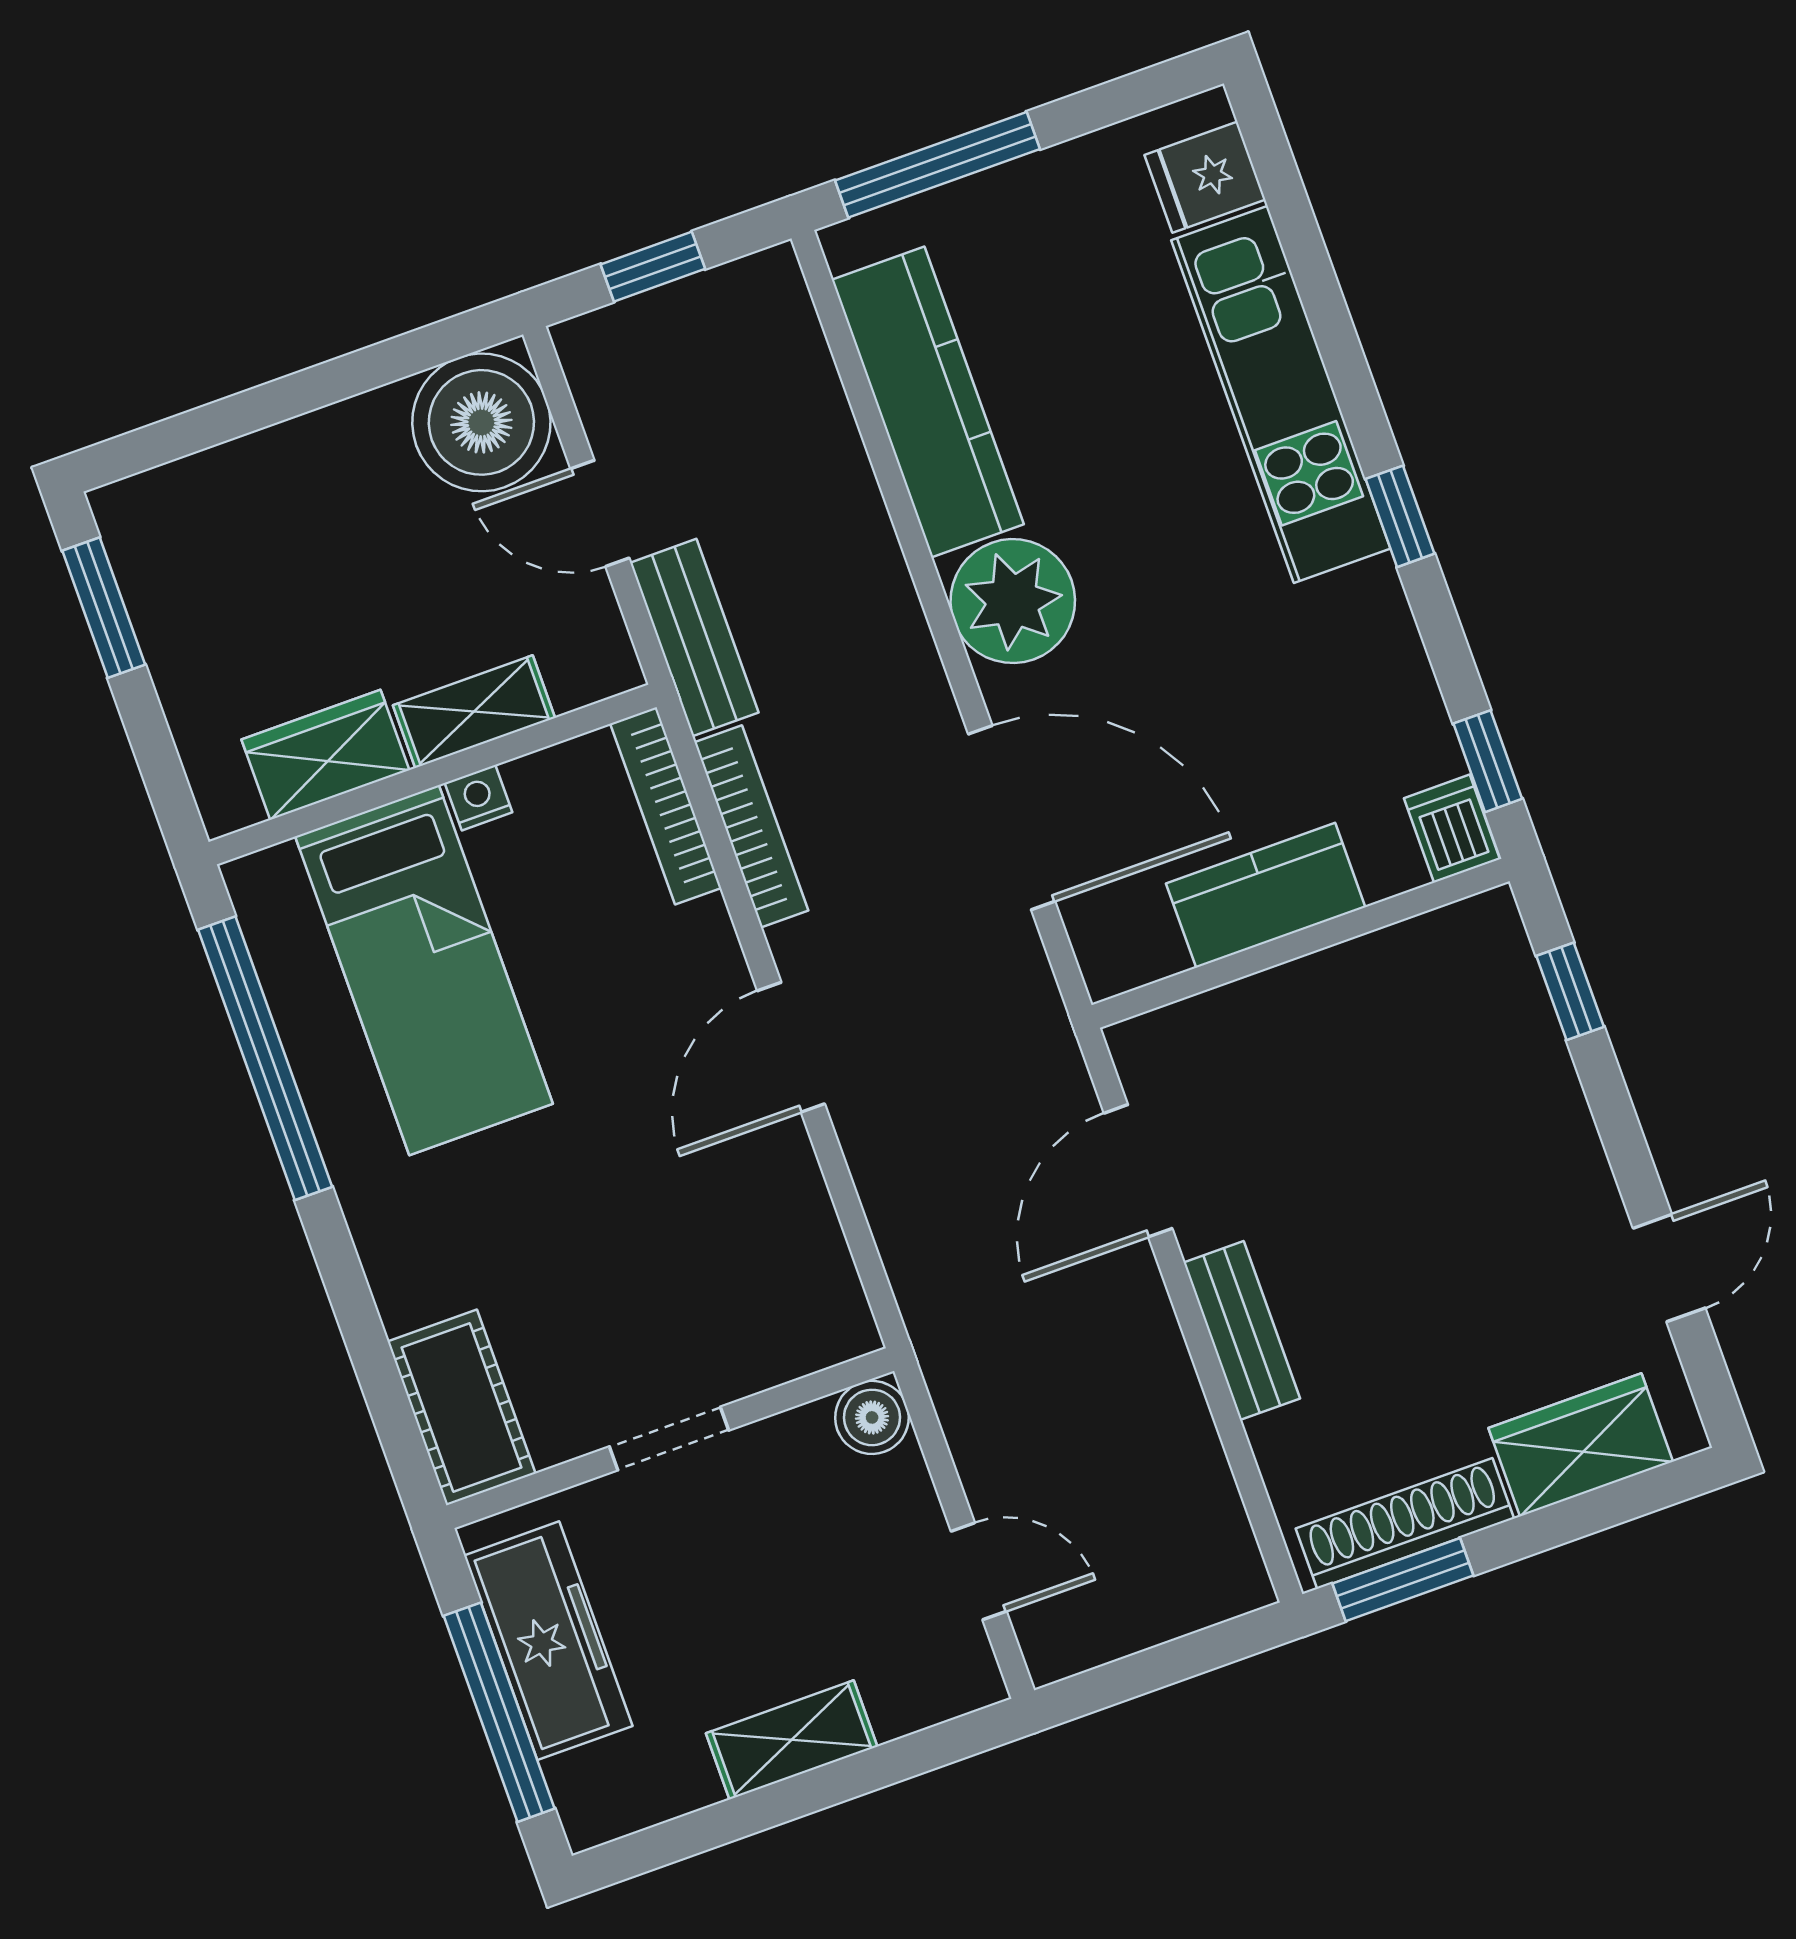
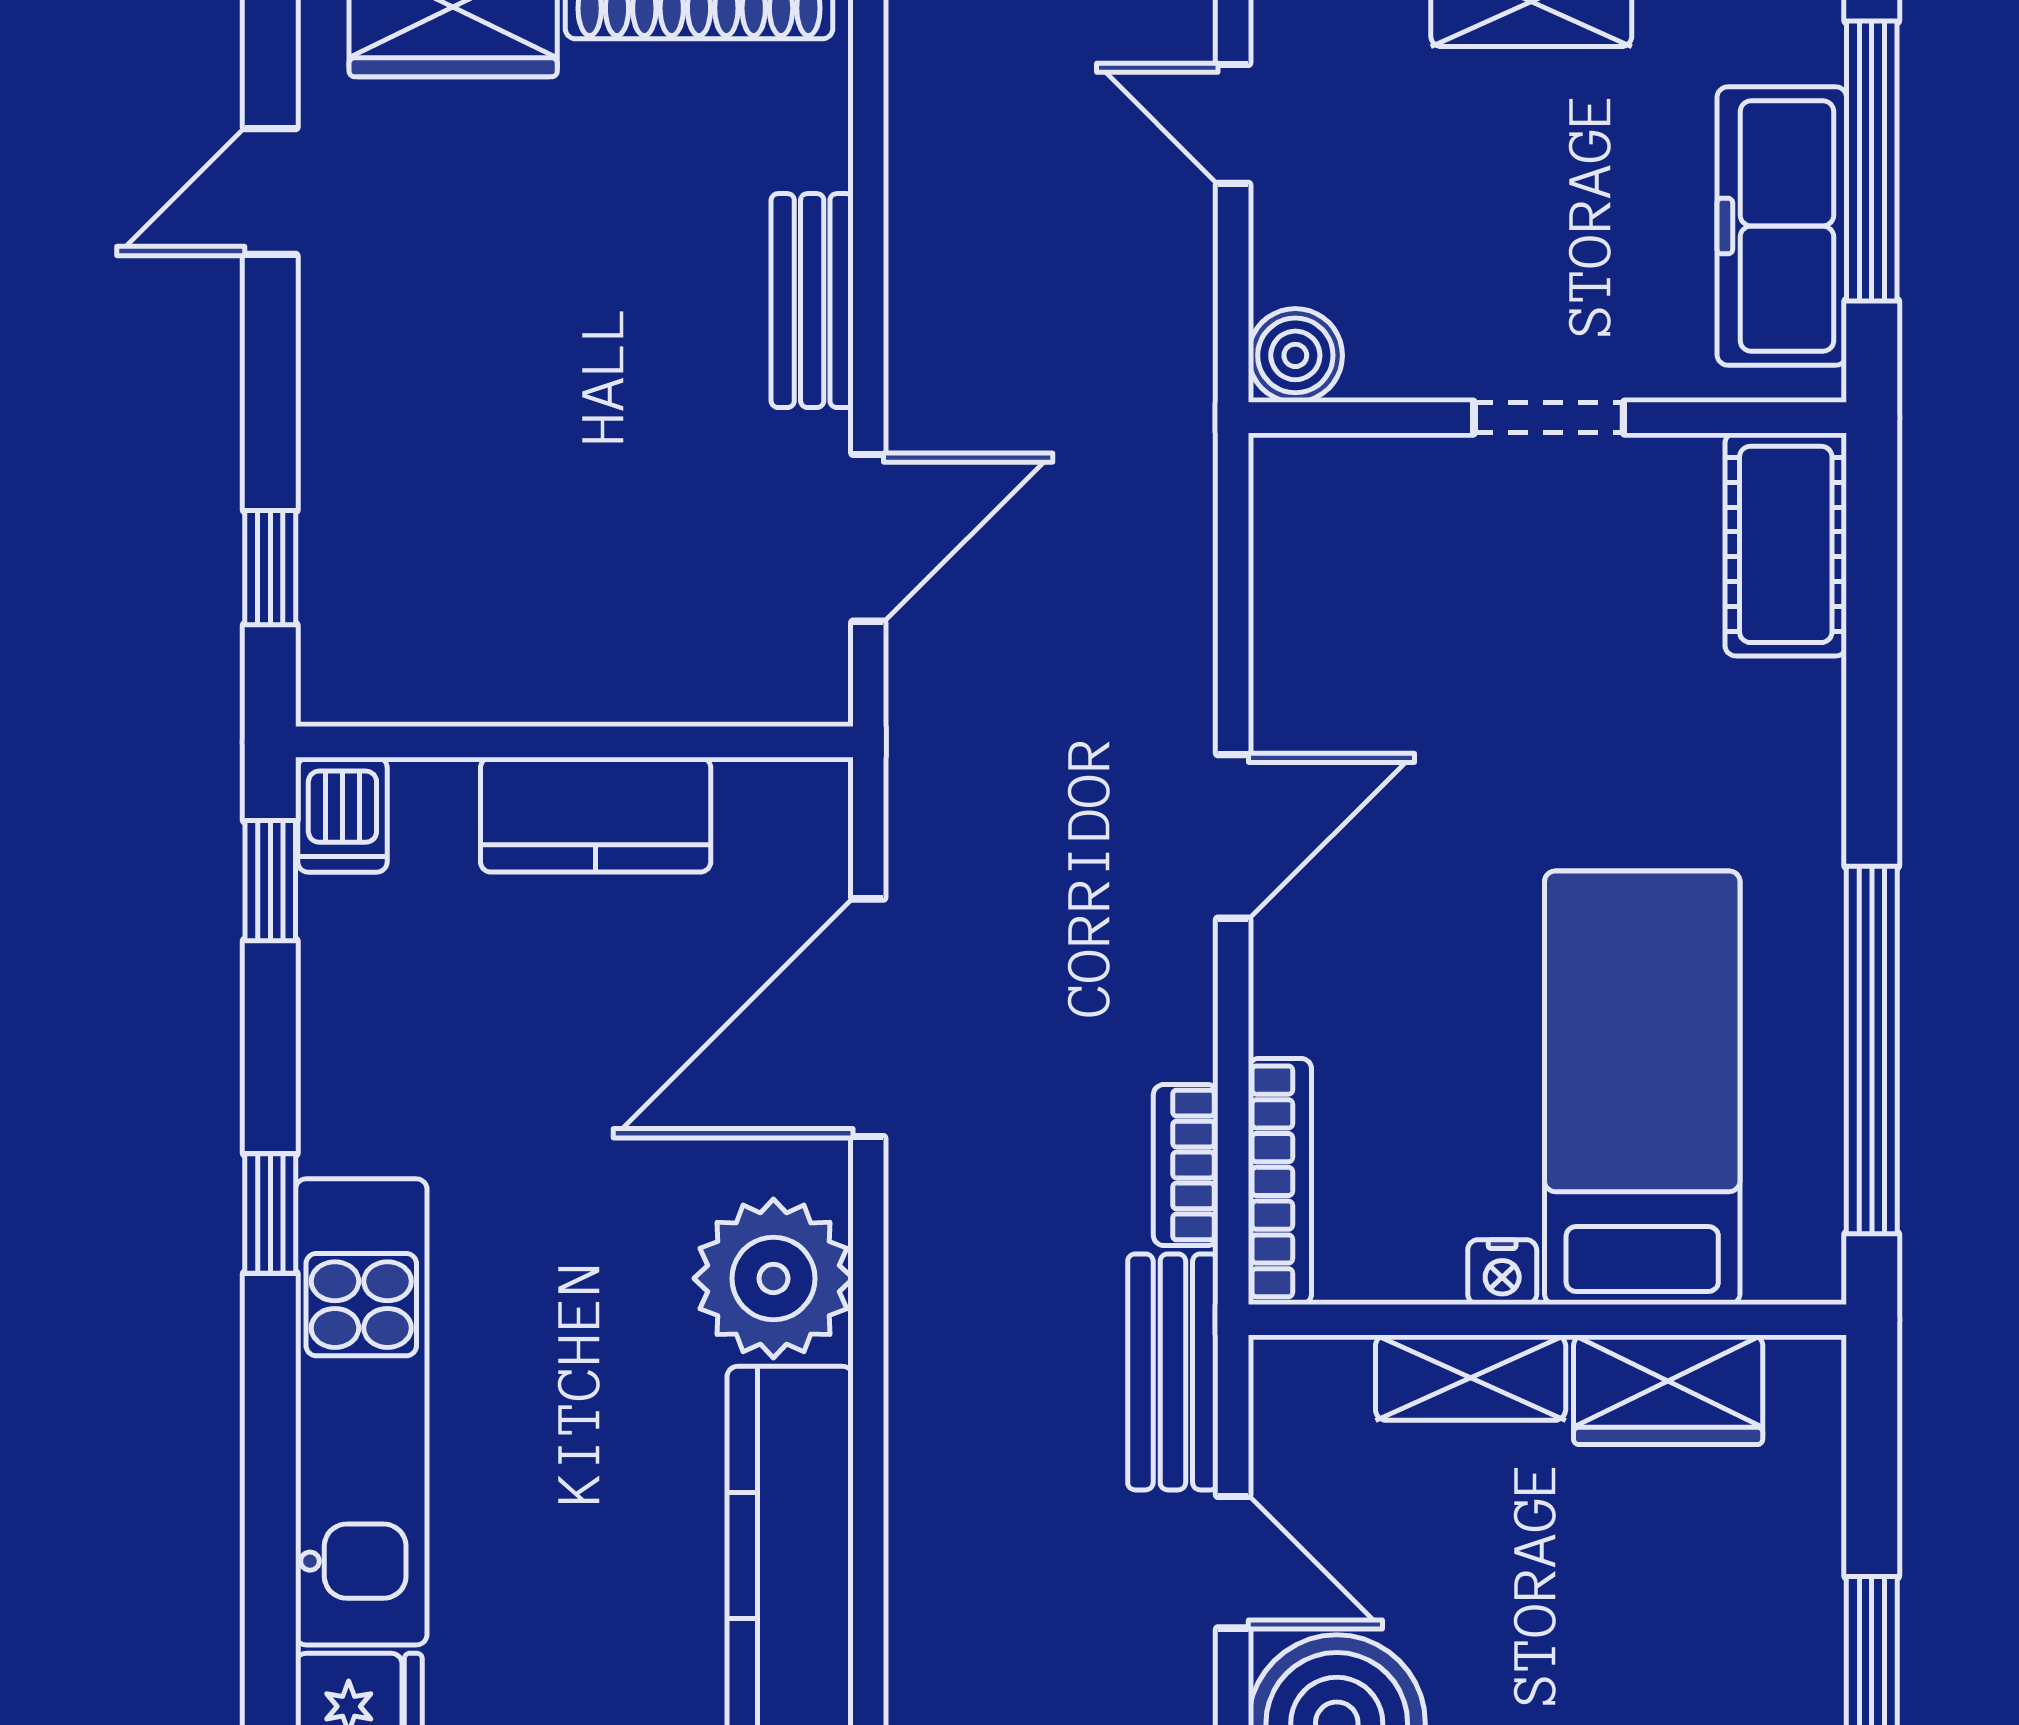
door: (1012, 818) -> (868, 1018), hinge flipped
bookcase: (751, 826) -> (1186, 1165), width x0.64

